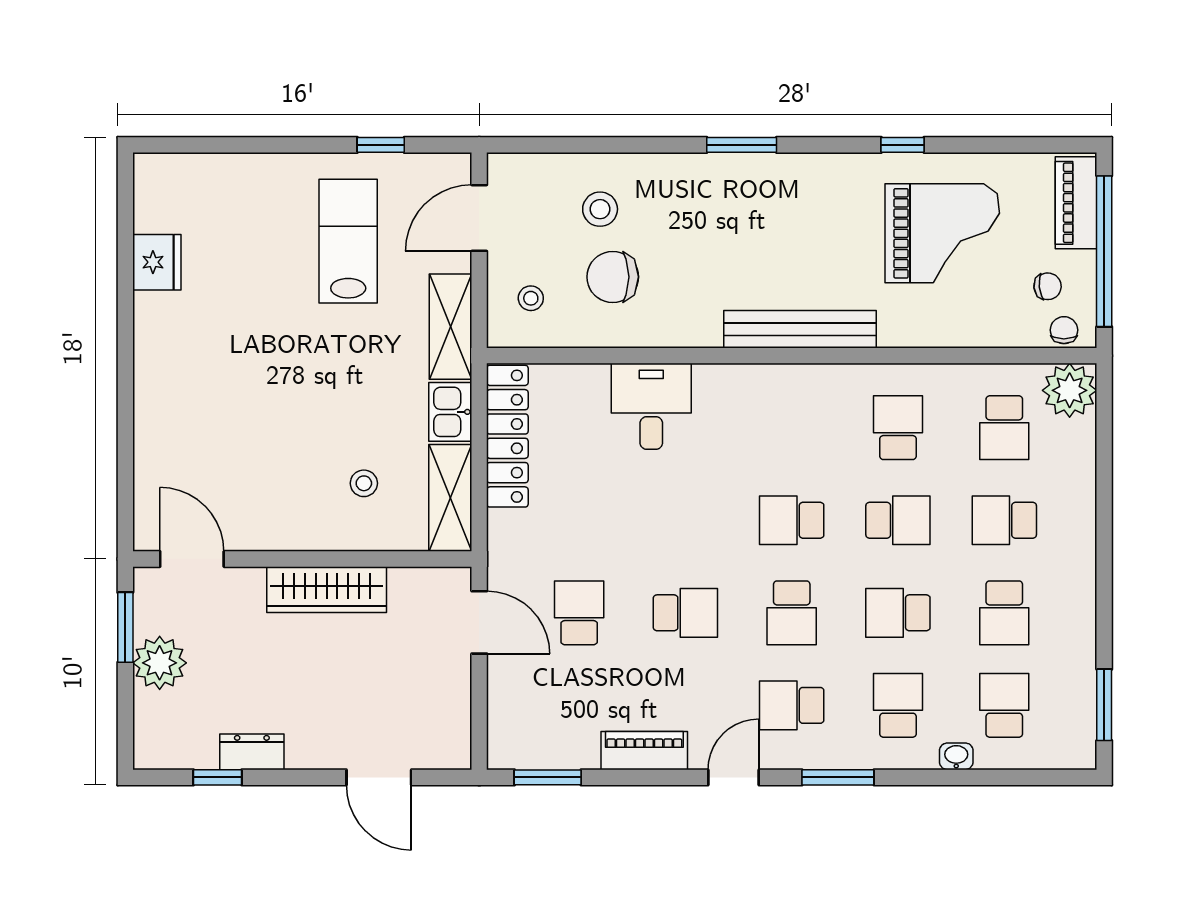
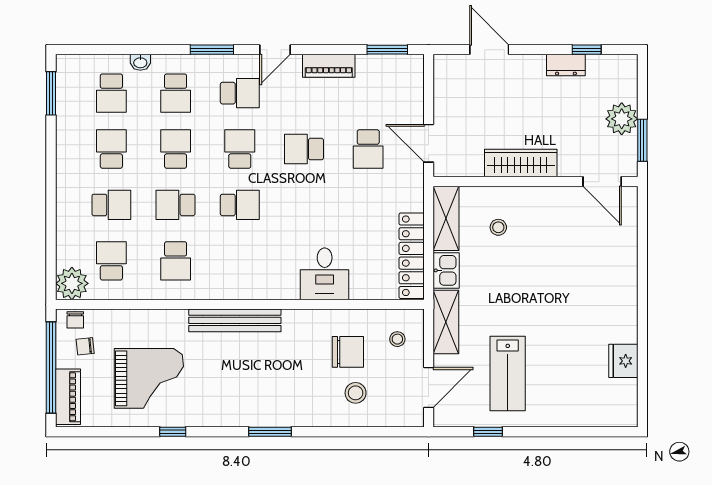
grand piano: (942, 233) -> (149, 378), turned 180
school desk: (898, 613) -> (176, 149), turned -90

